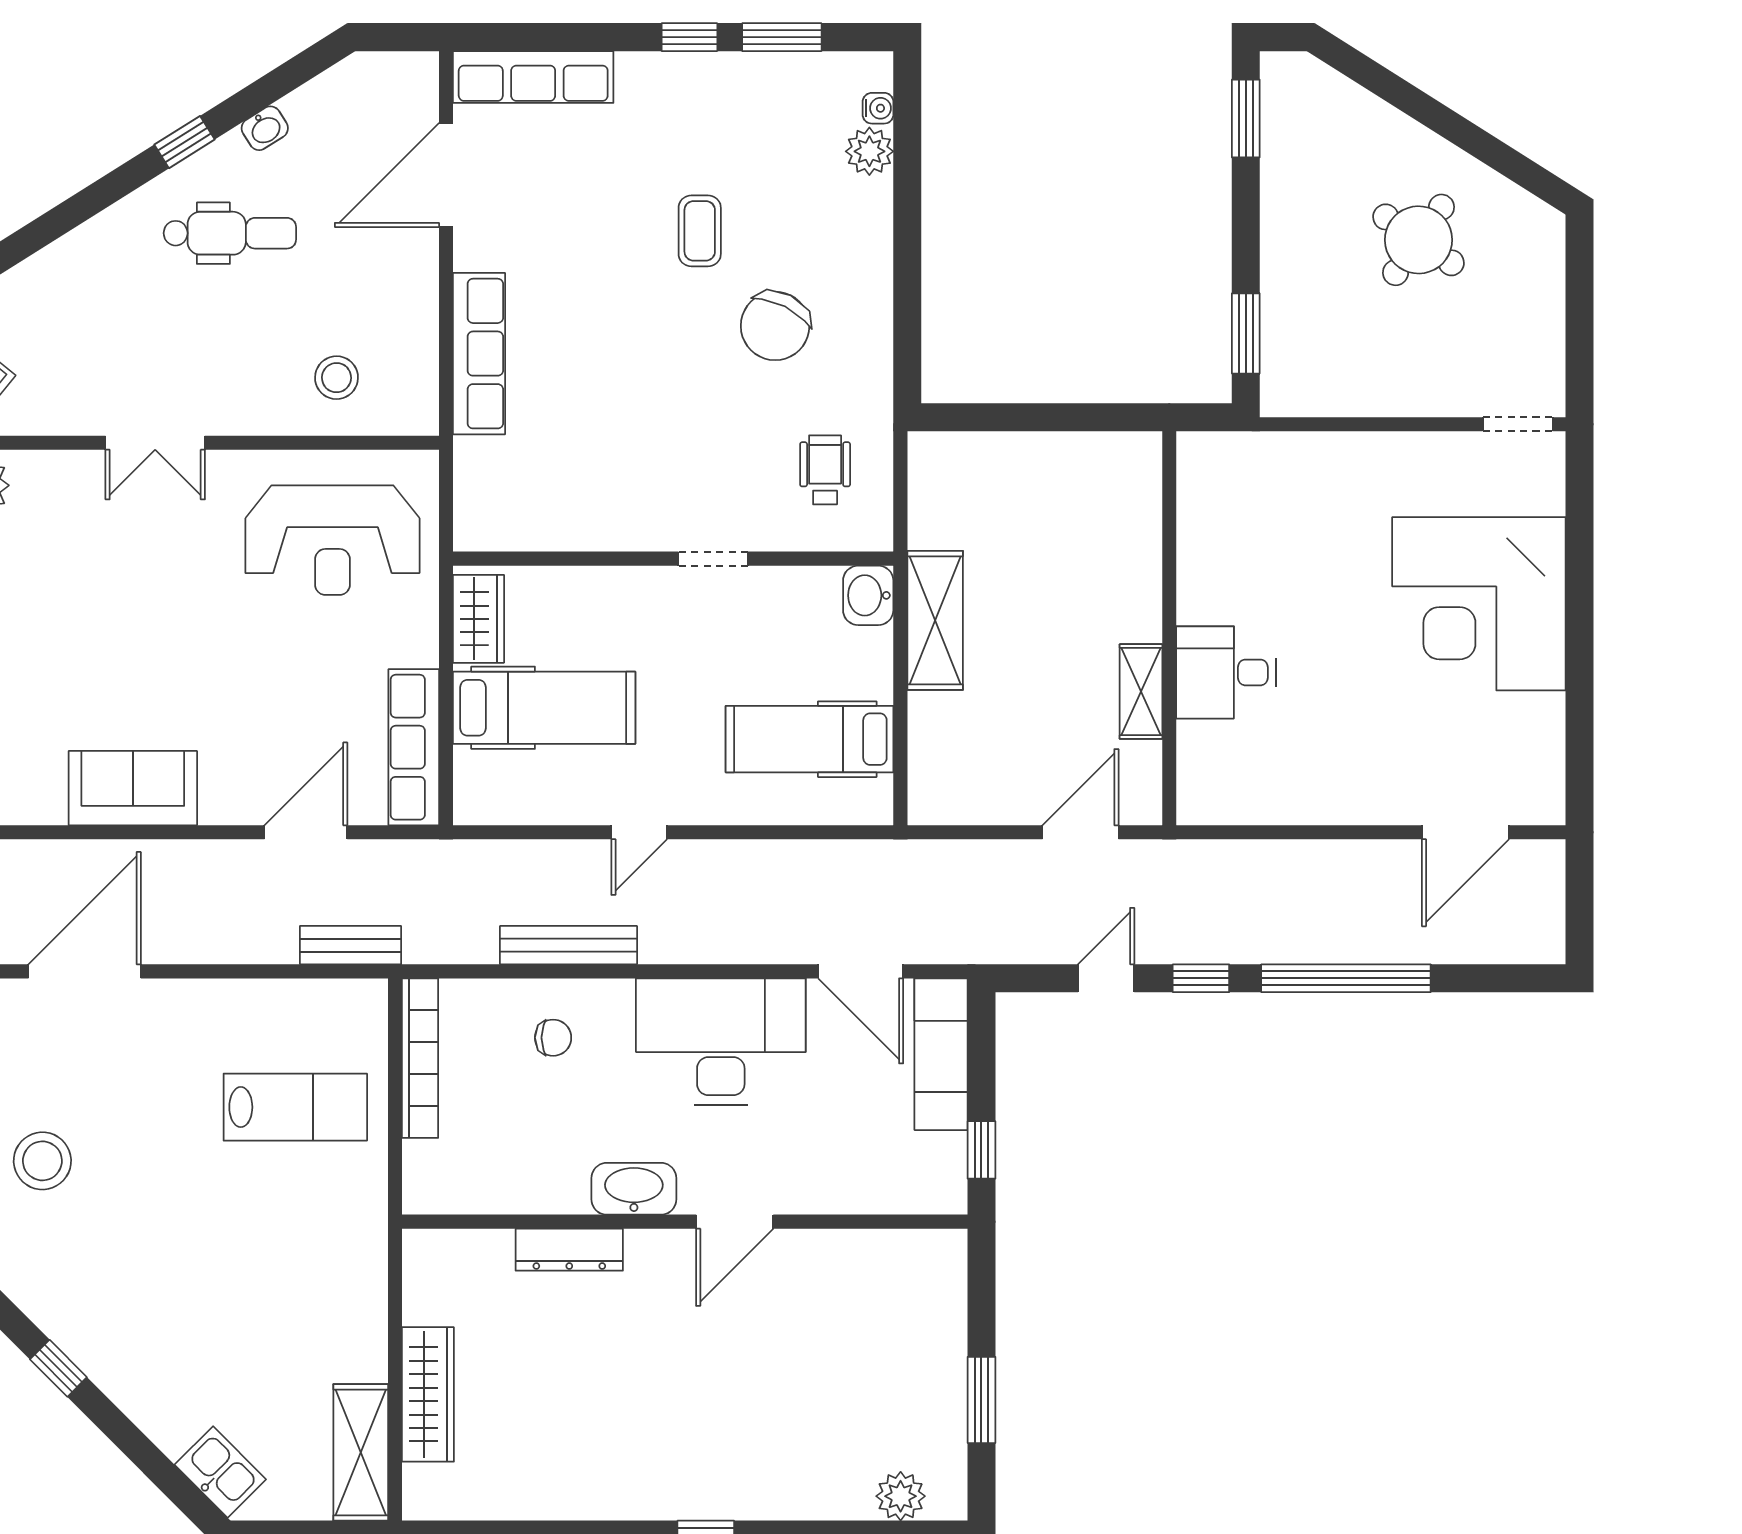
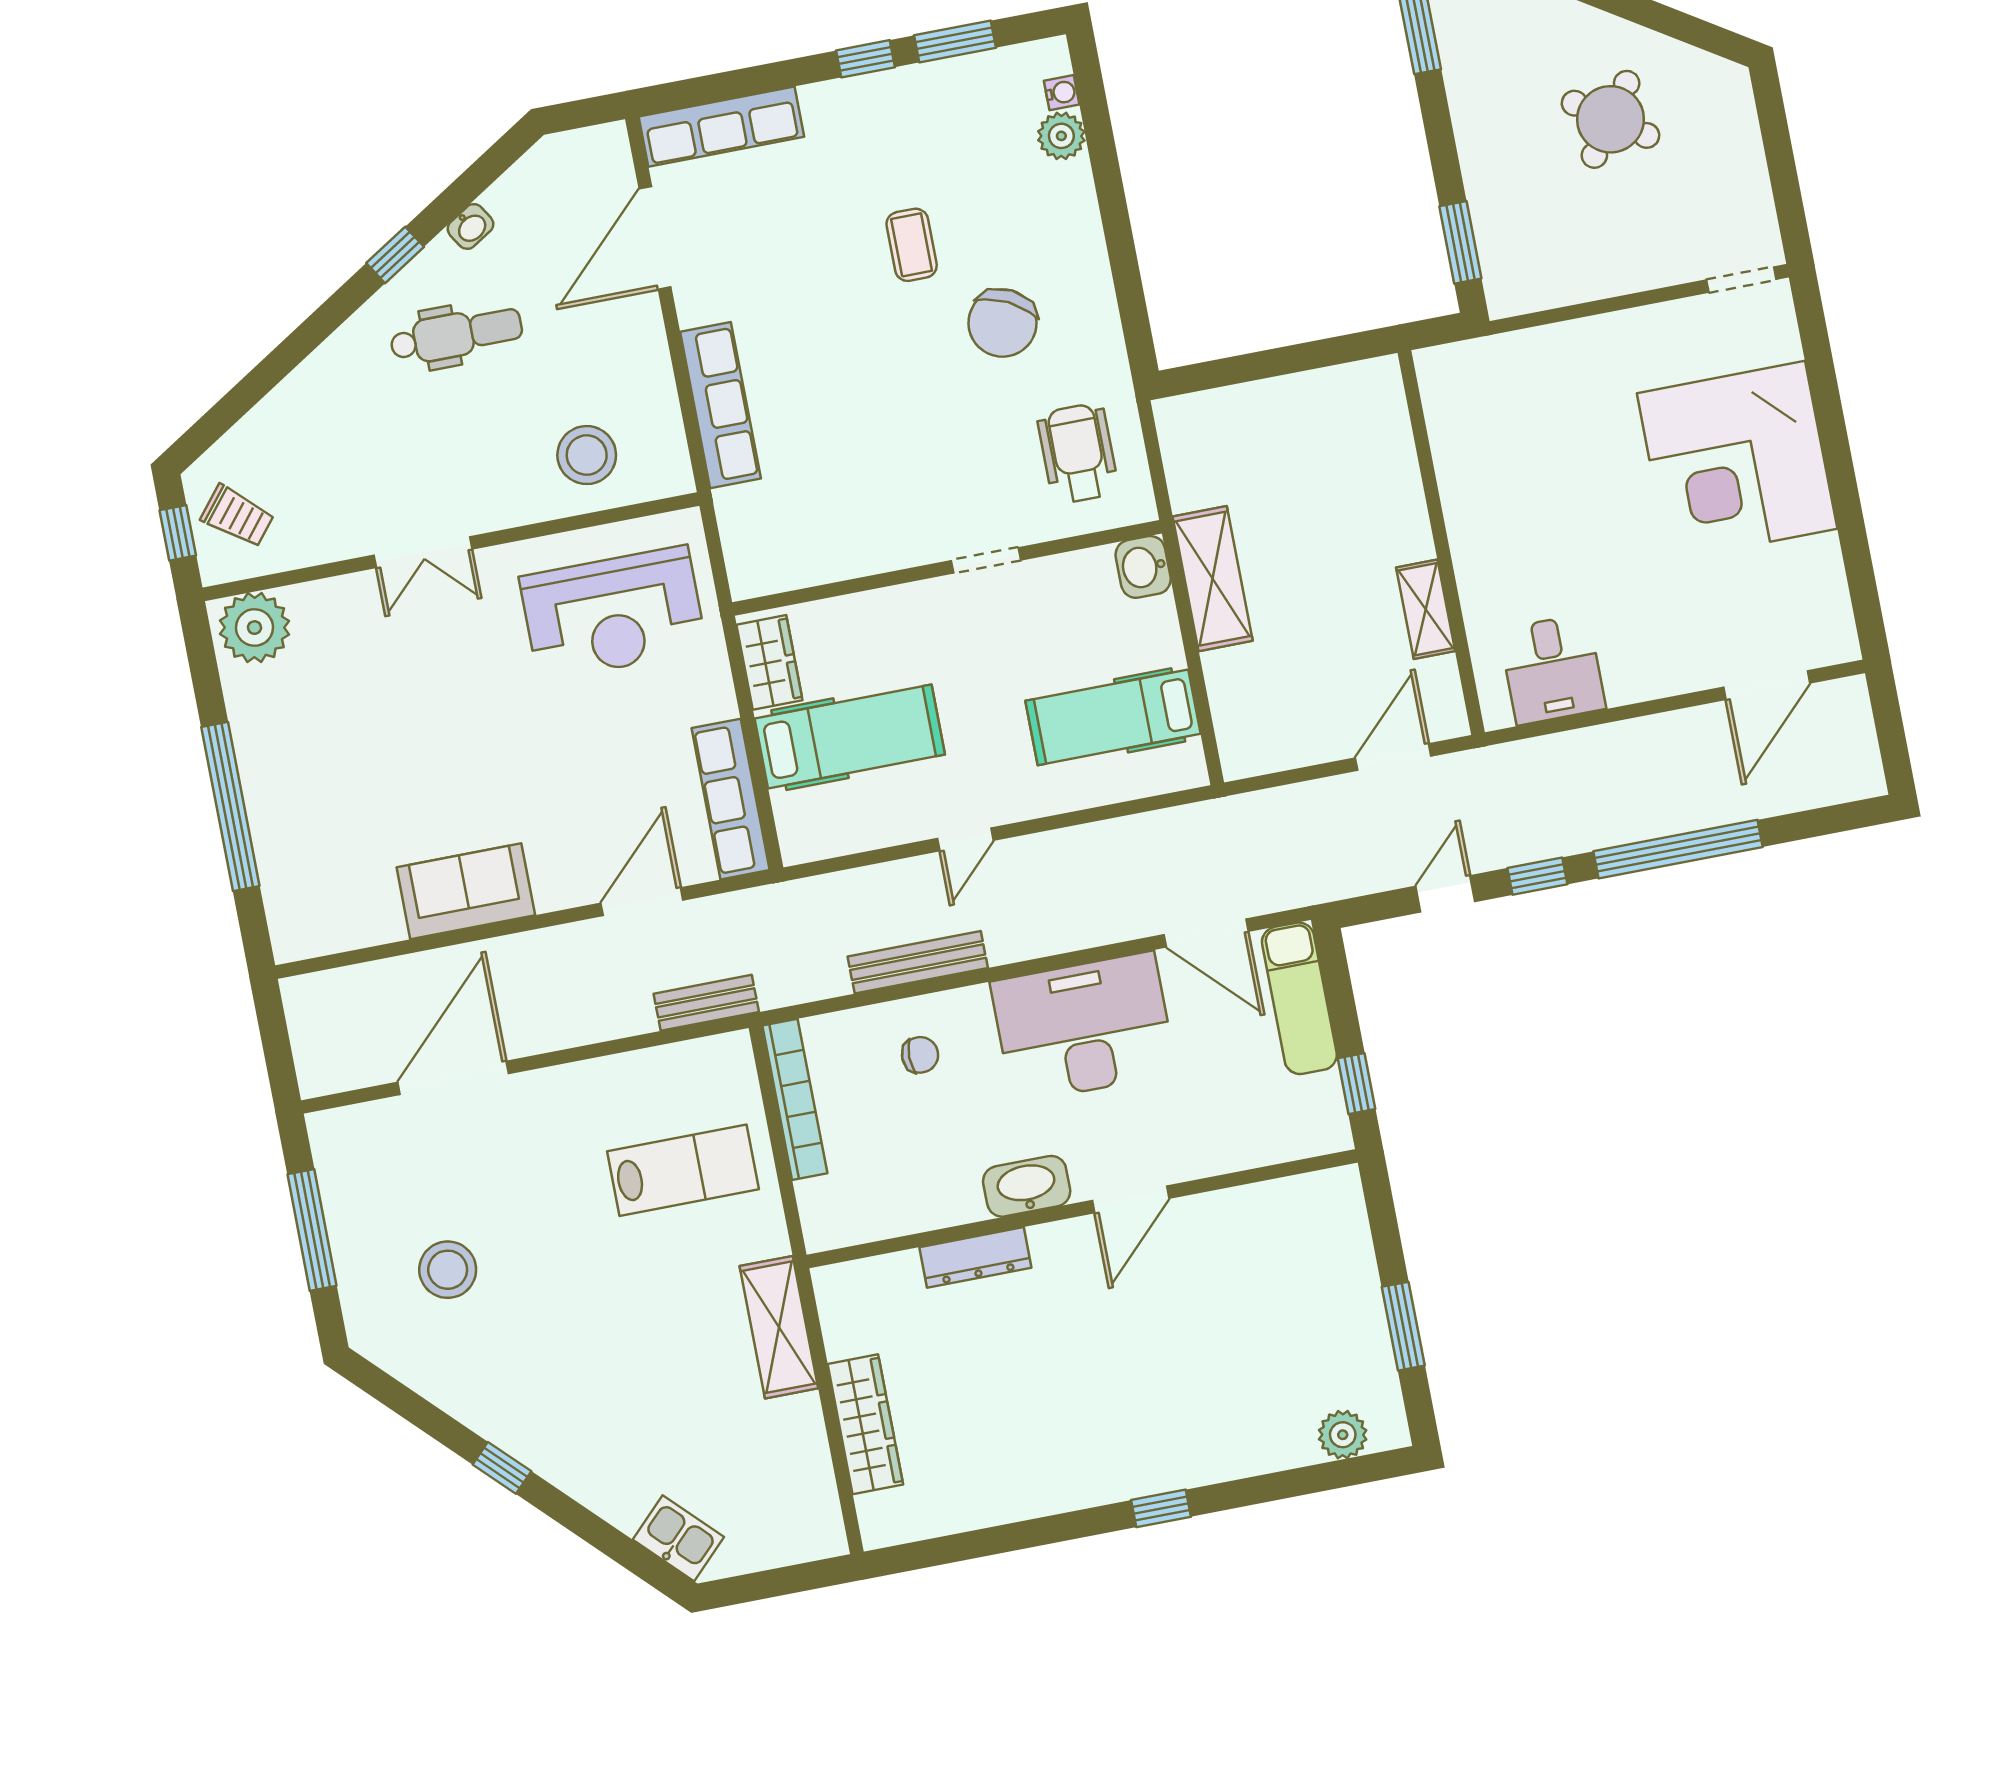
stool: (336, 378) -> (587, 455), width x1.38, depth x1.38
wheelchair: (825, 470) -> (1078, 453), width x1.36, depth x1.37
desk: (1226, 672) -> (1552, 669), moved, turned -90
shelving: (361, 1452) -> (779, 1327), moved

